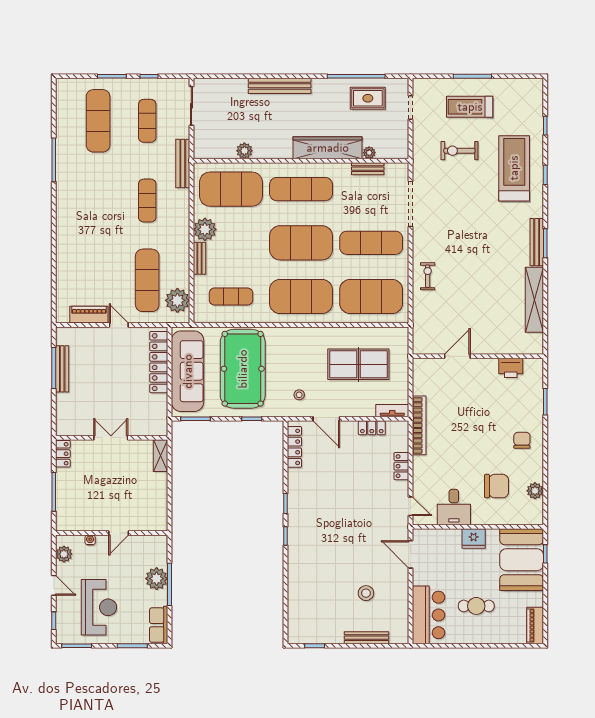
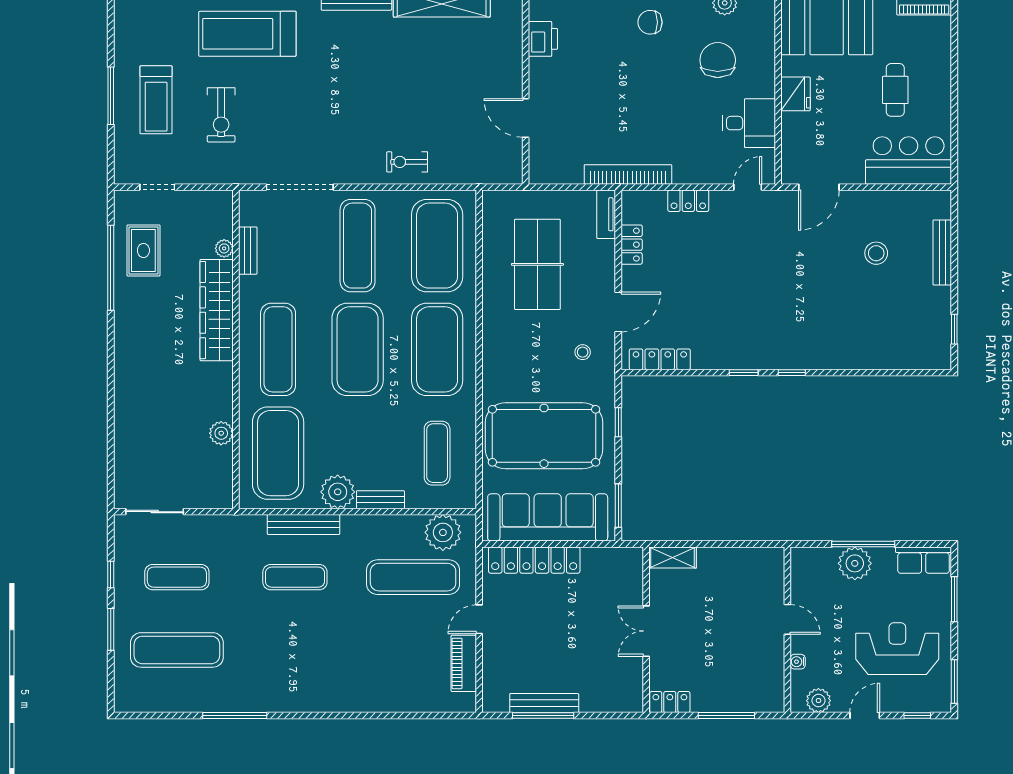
bench: (280, 86) -> (125, 381), removed
bench: (183, 163) -> (304, 524), moved

